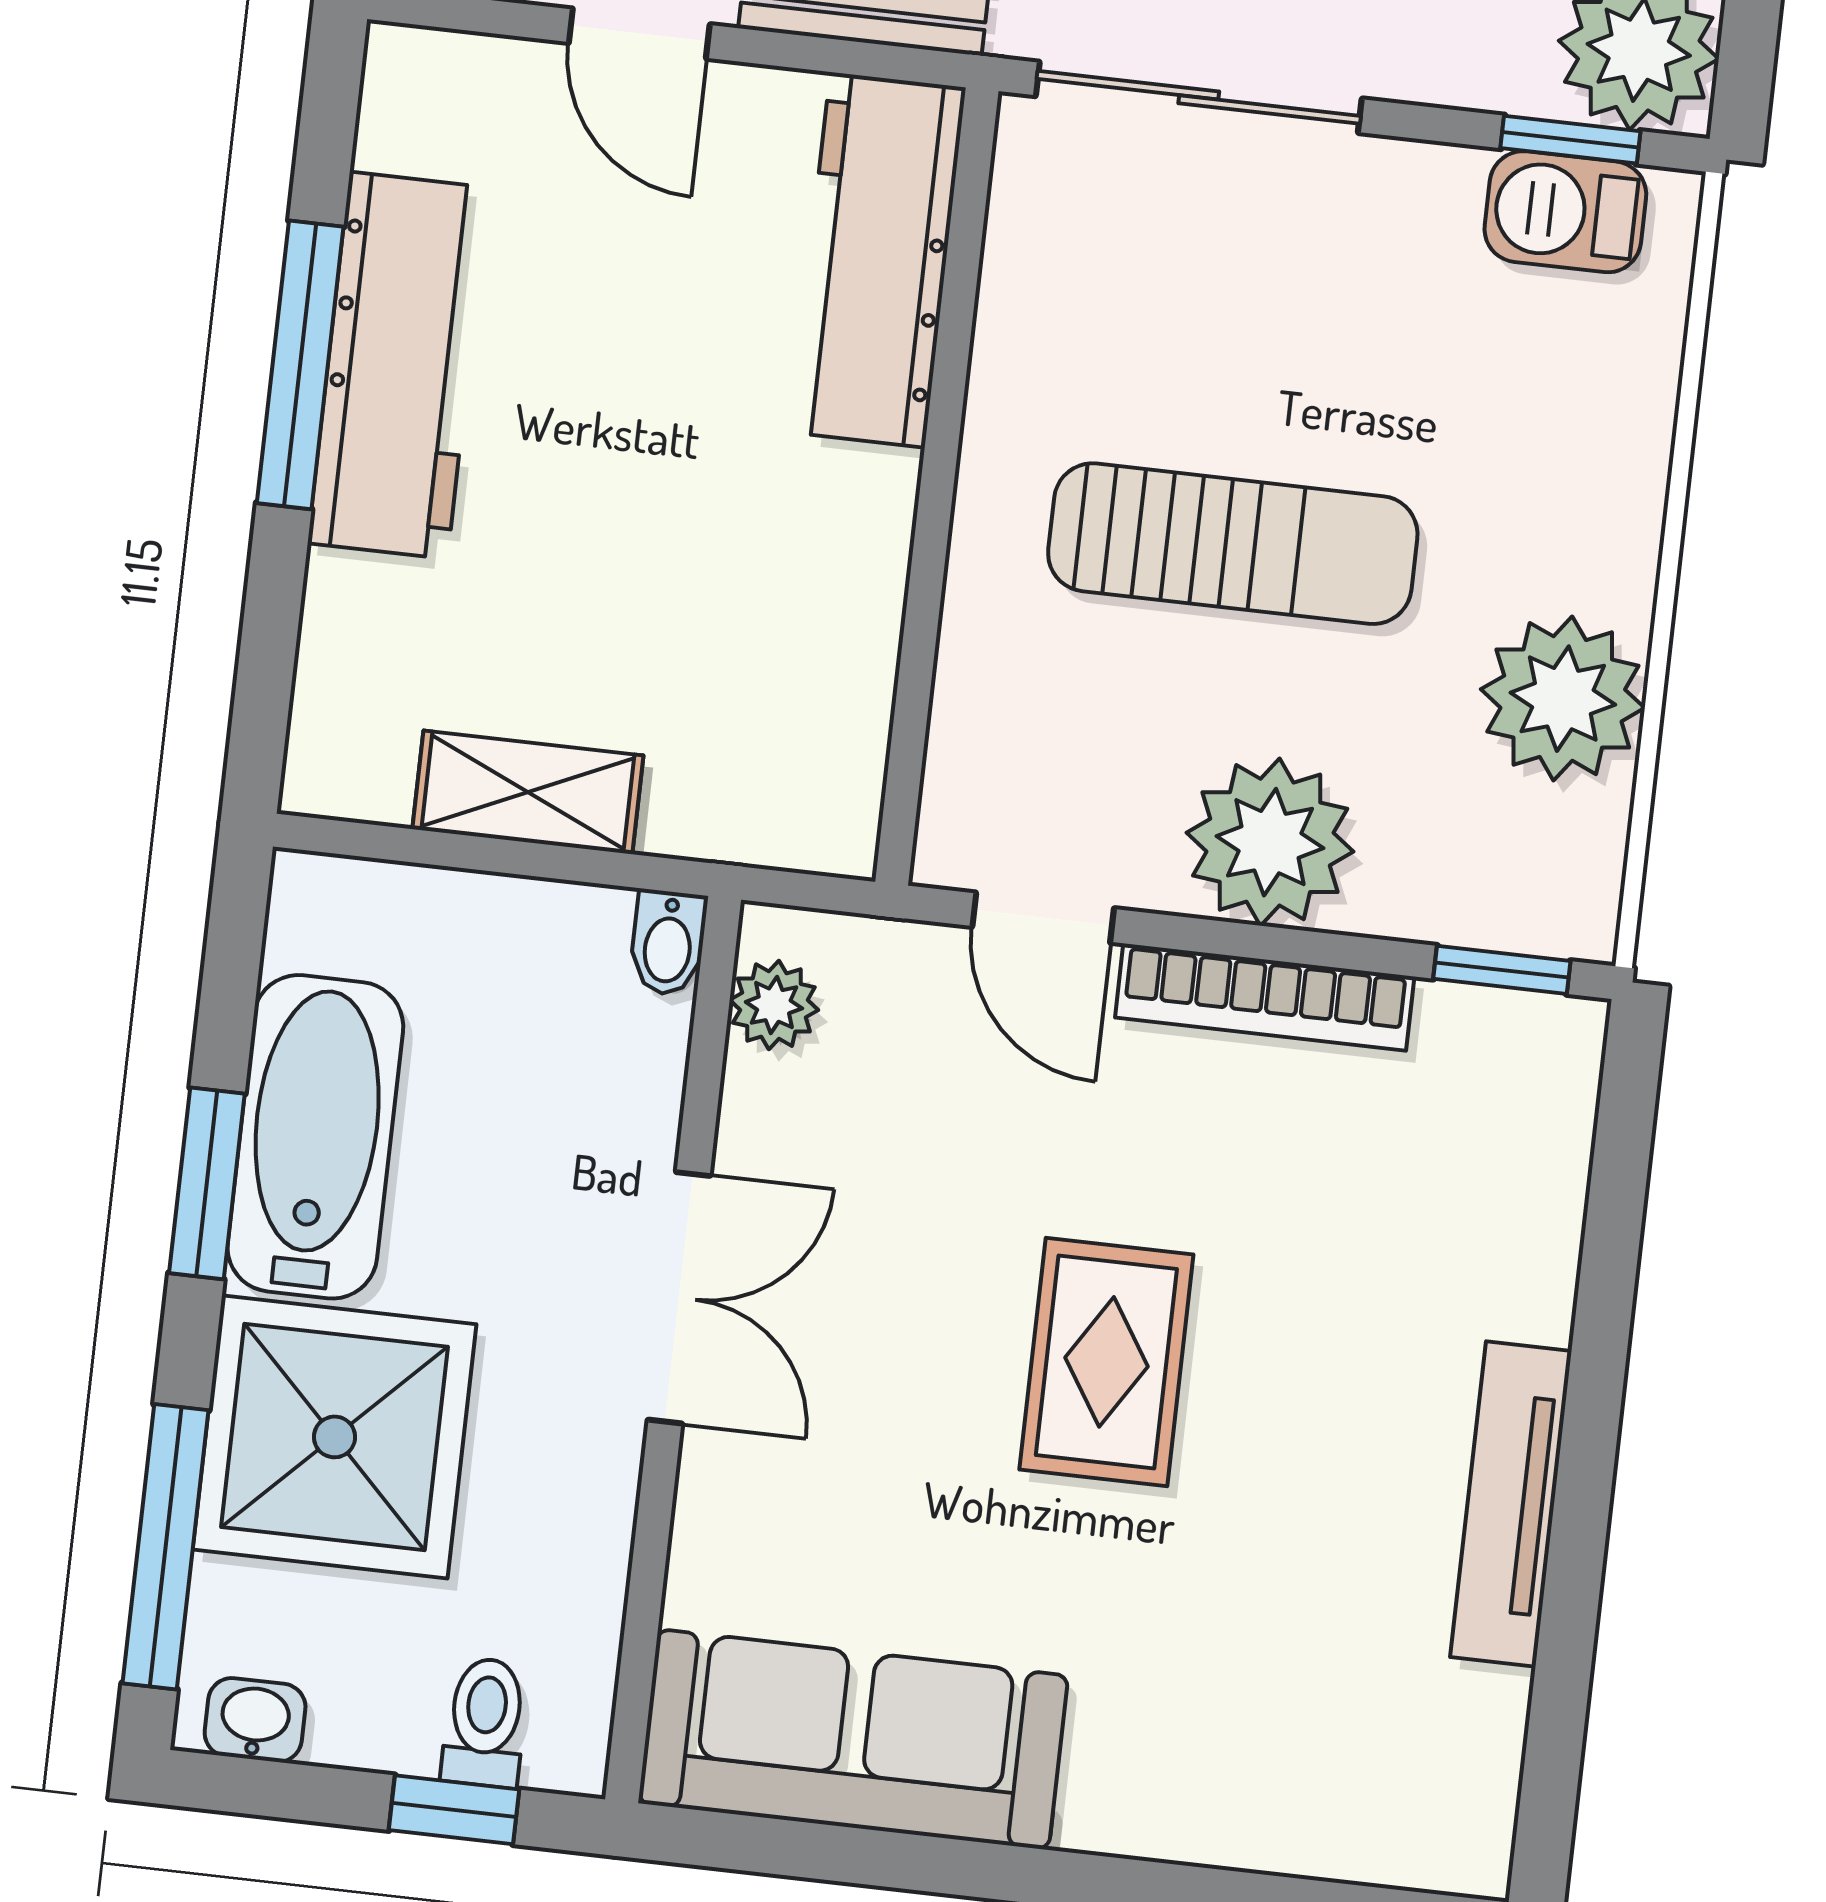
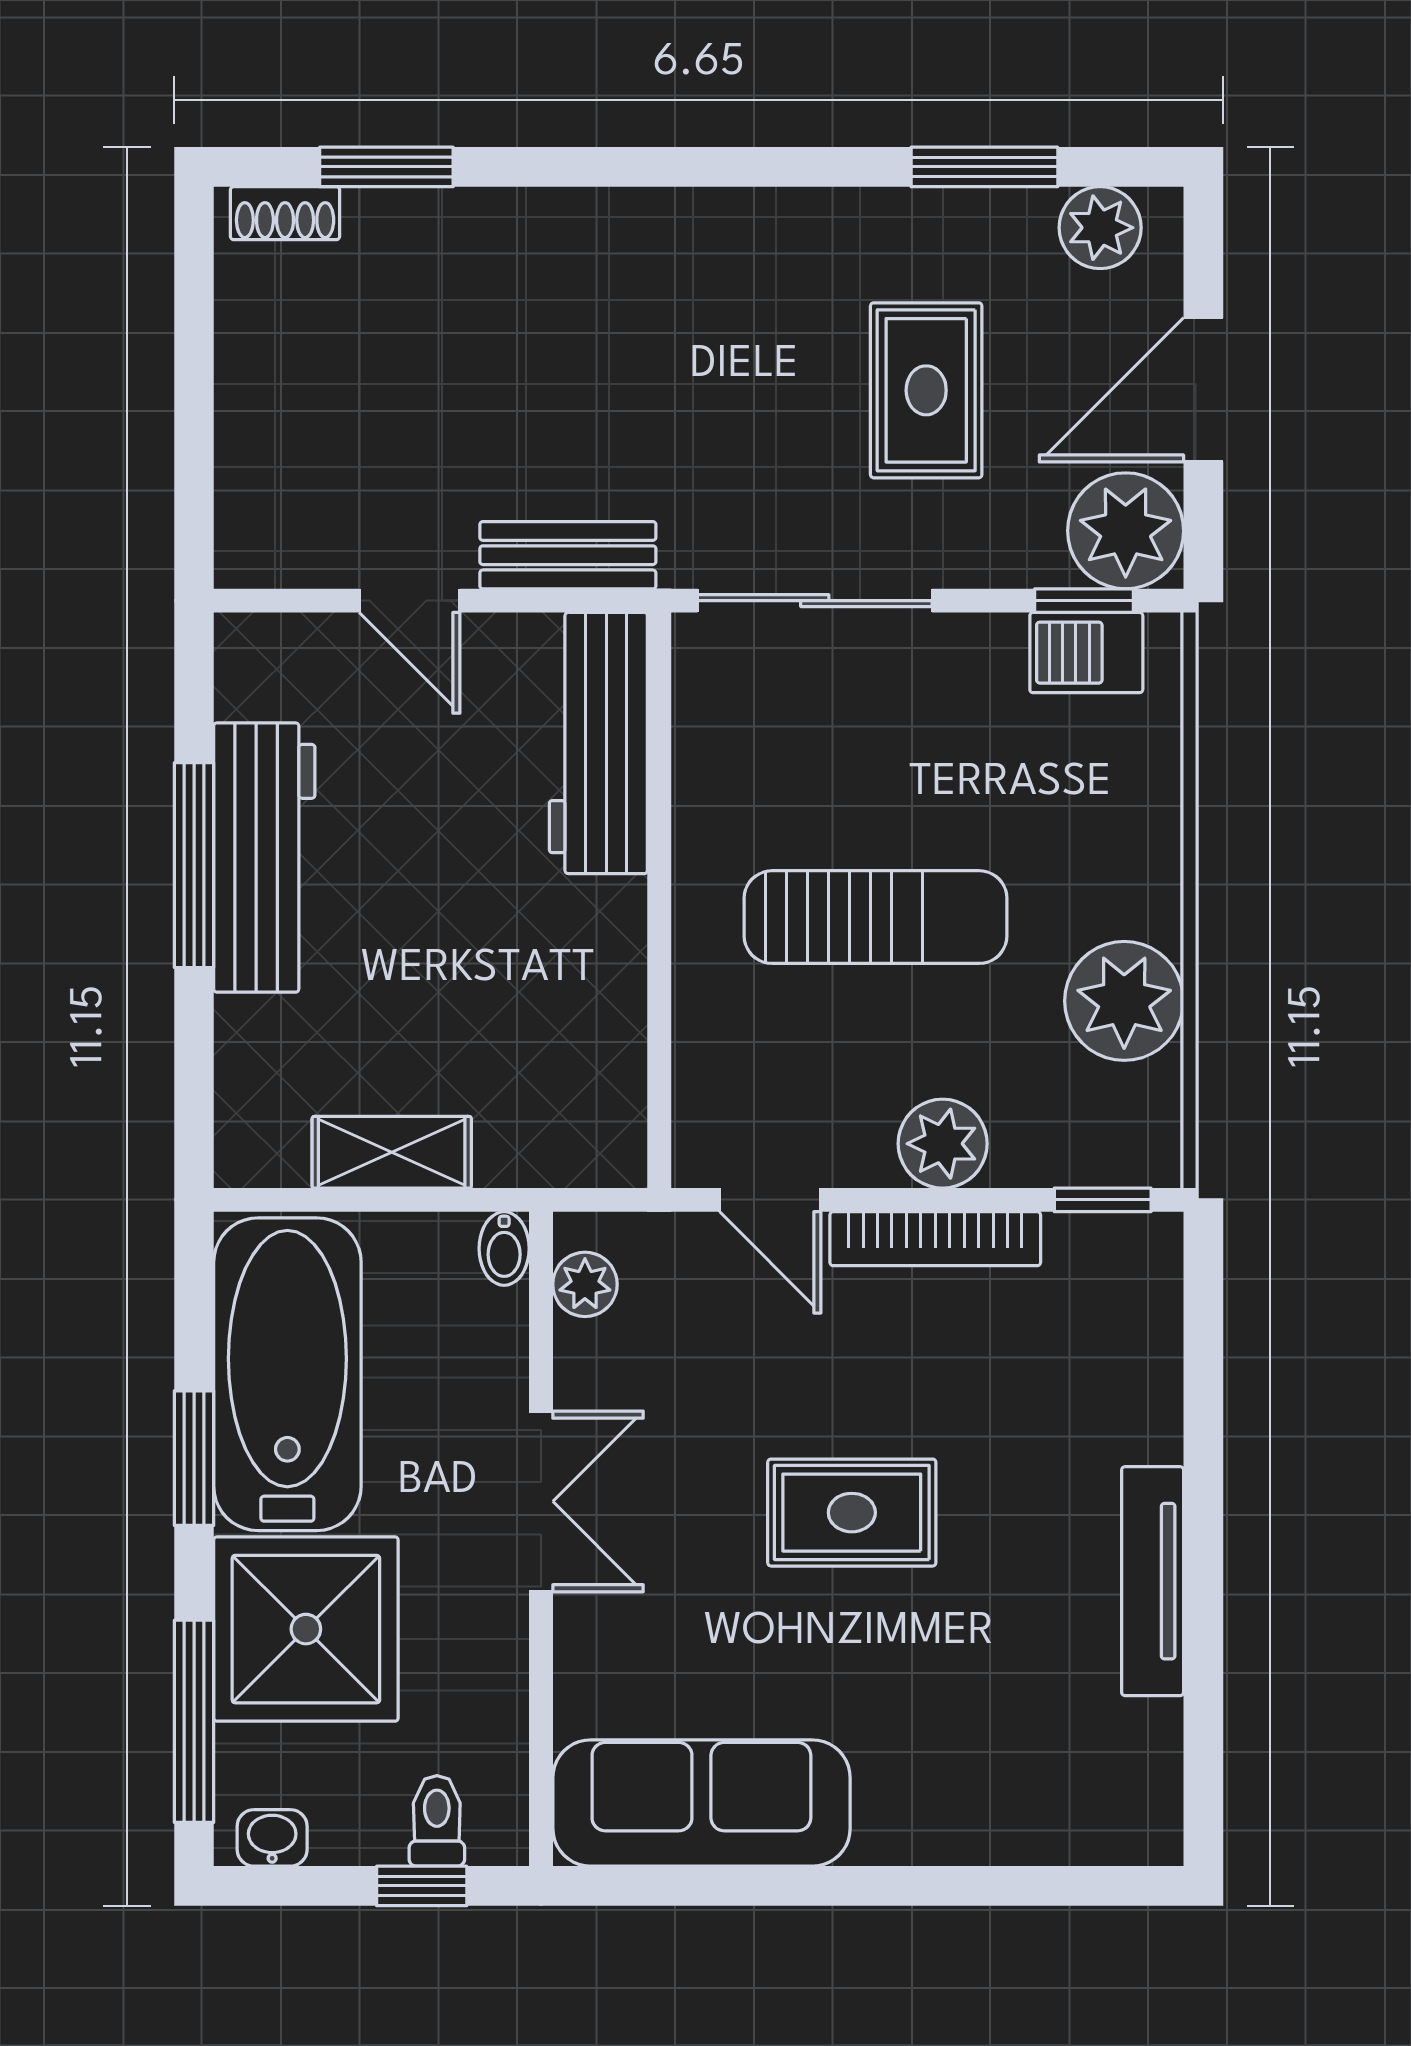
plant: (1270, 842) -> (943, 1144), width x0.73, depth x0.73
bathtub: (315, 1137) -> (287, 1374), width x1.36, depth x1.36
rug: (1106, 1362) -> (852, 1513), turned 90

